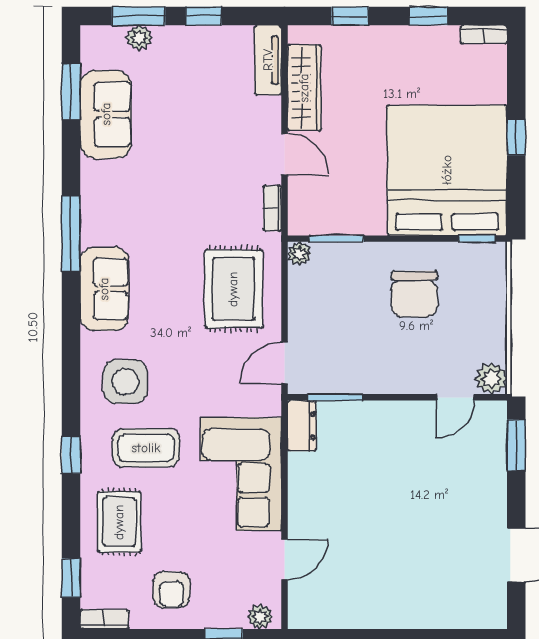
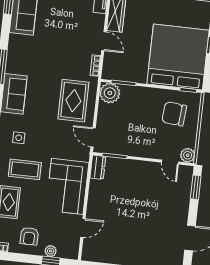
plant: (299, 254) -> (110, 93), width x1.87, depth x1.87
chair: (414, 294) -> (174, 114), moved, turned 95
door: (284, 363) -> (93, 137), hinge flipped
side table: (125, 382) -> (19, 138), width x0.54, depth x0.54
door: (455, 397) -> (170, 162), hinge flipped
plant: (260, 617) -> (51, 251), moved

